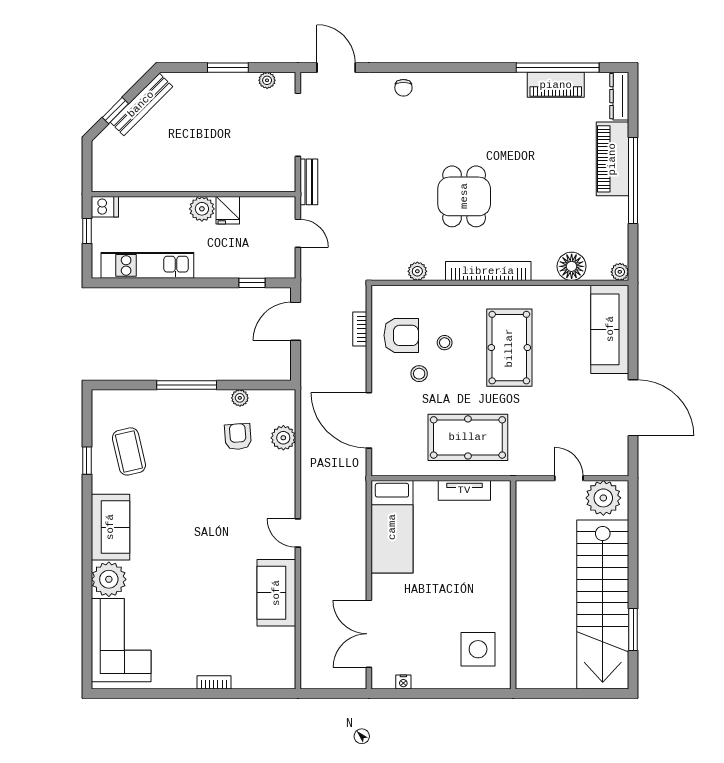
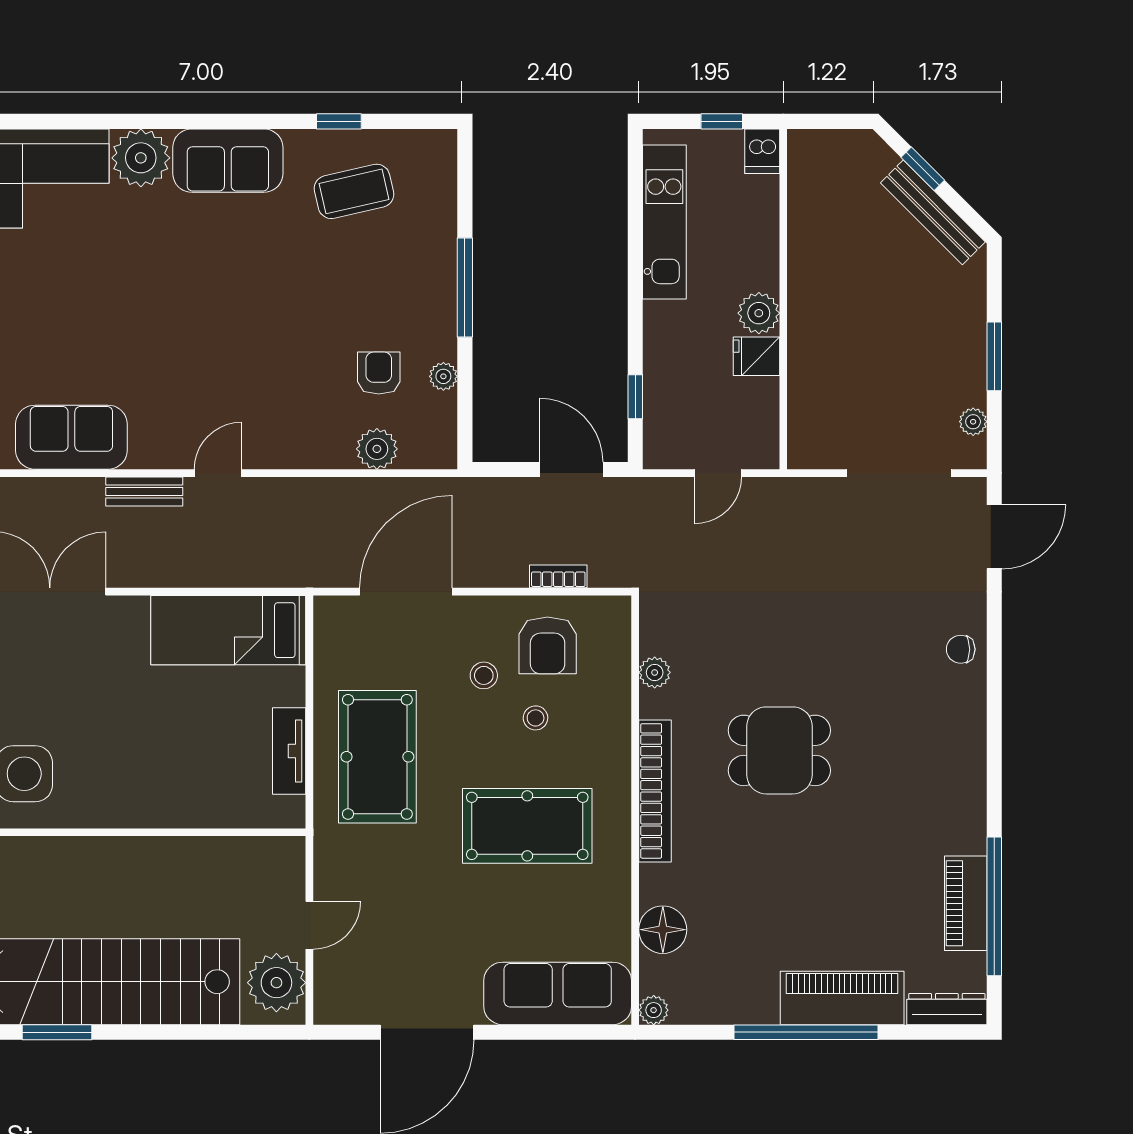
bench: (309, 182) -> (144, 491), moved
armchair: (238, 437) -> (379, 373), turned -86
sofa: (276, 593) -> (71, 437), moved

